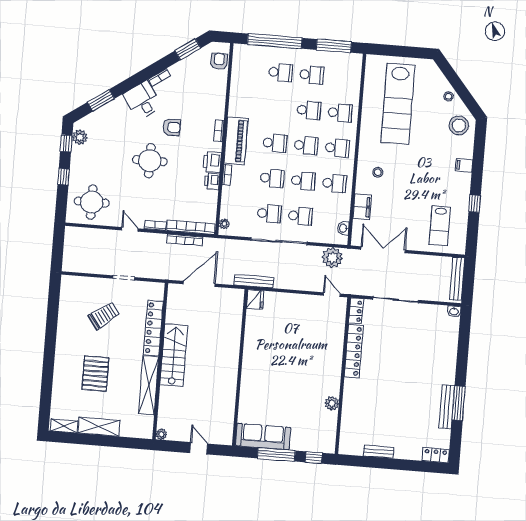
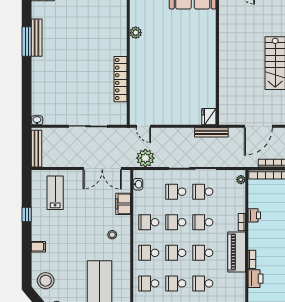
school desk: (278, 108) -> (203, 283), added
printer: (212, 162) -> (255, 279), moved
locker: (356, 311) -> (121, 114), removed

